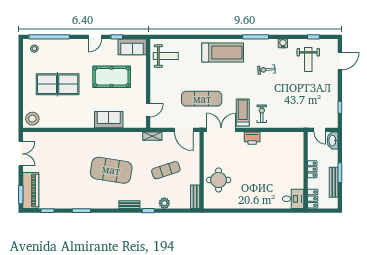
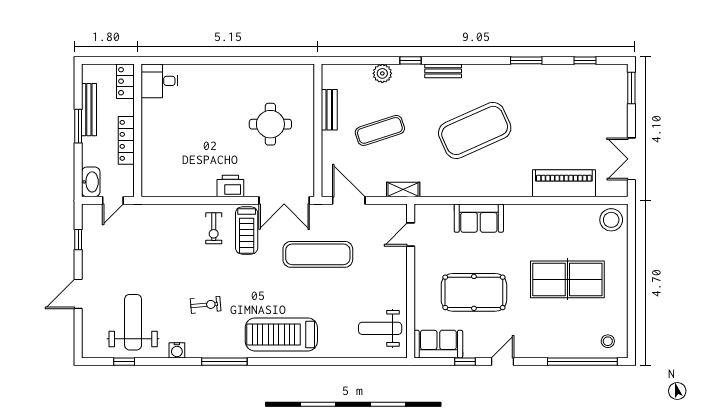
weight bench: (308, 60) -> (133, 322), width x1.36, depth x1.33
door: (340, 61) -> (78, 294), moved
door: (320, 130) -> (113, 200), swing flipped
locker: (312, 169) -> (126, 140), width x1.53
exercise mat: (111, 170) -> (475, 130), turned -33
round table: (219, 180) -> (270, 124), moved
piano: (31, 190) -> (564, 183), moved, turned 90
bench: (195, 197) -> (329, 110), moved

